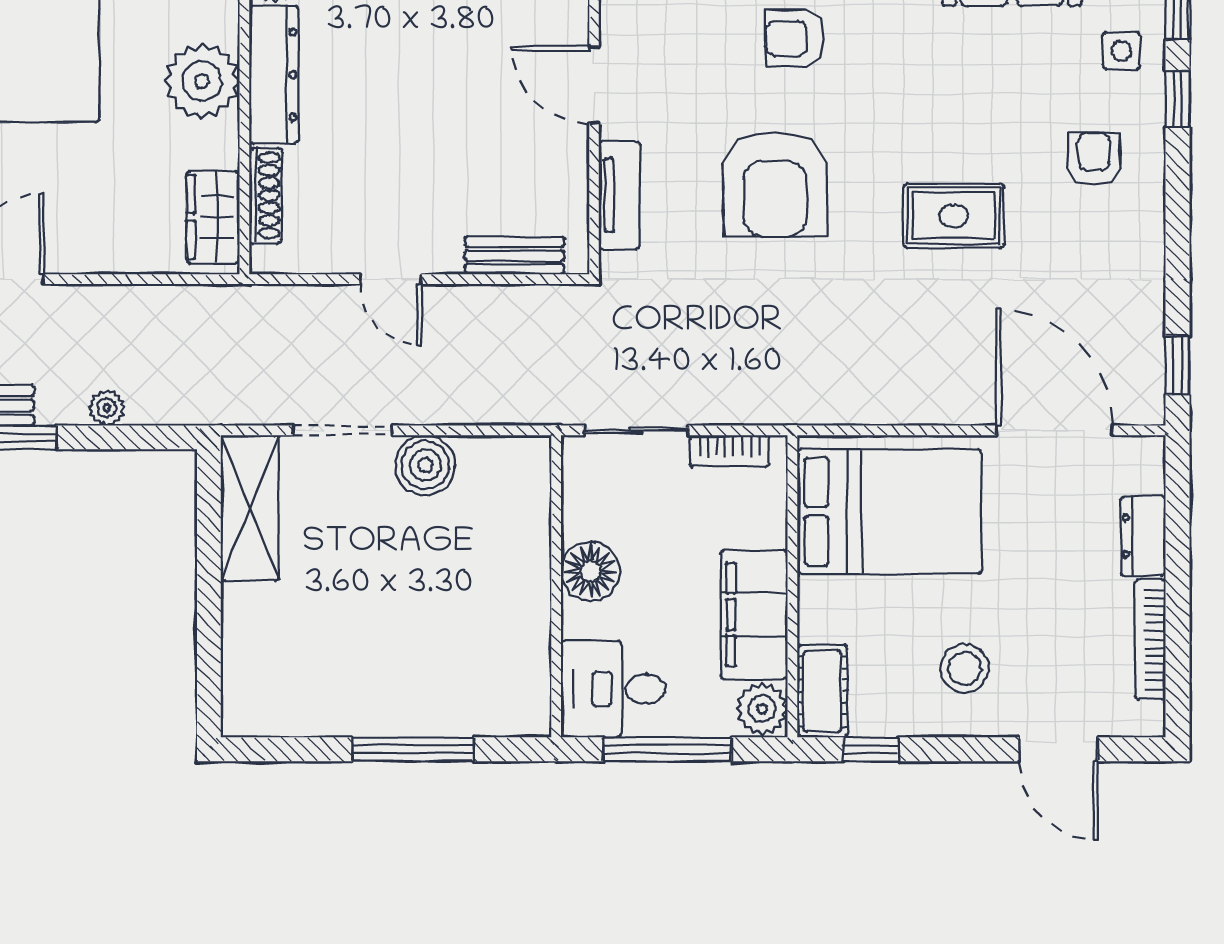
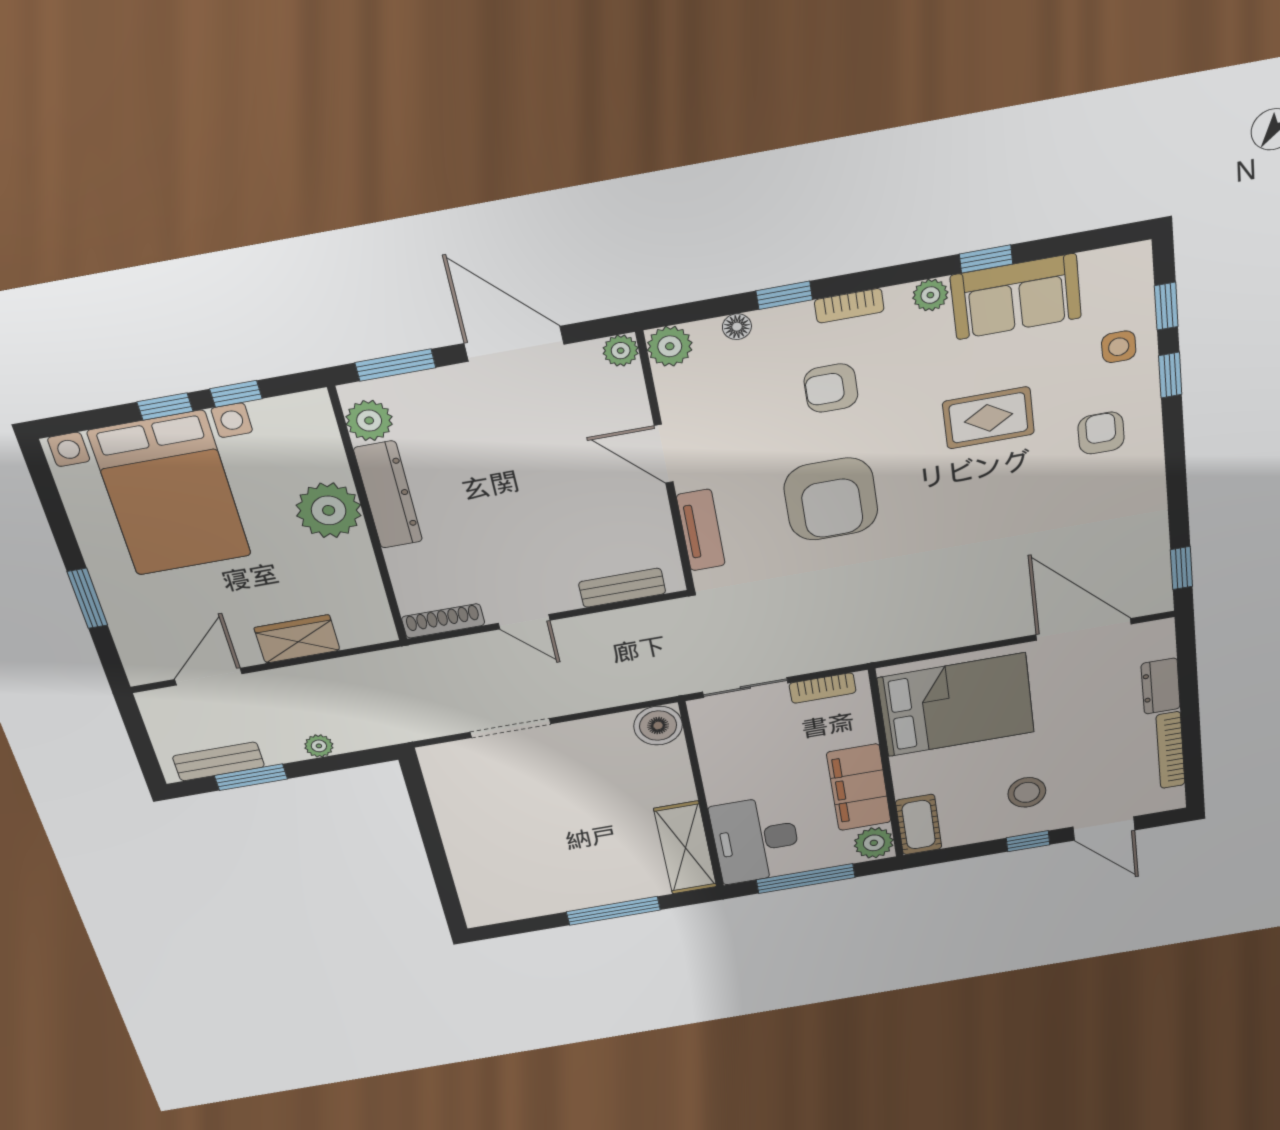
shoe rack: (265, 195) -> (443, 621), moved, turned -90
rug: (954, 216) -> (988, 418), moved
wardrobe: (213, 217) -> (297, 639), moved, turned 90
boiler: (425, 465) -> (658, 726), moved
shelving: (250, 508) -> (685, 848), moved
floor lamp: (590, 571) -> (726, 783), removed
desk: (613, 689) -> (756, 840), width x1.37
window: (871, 749) -> (1028, 841), moved

